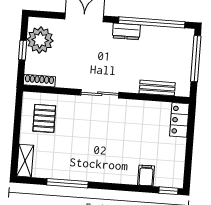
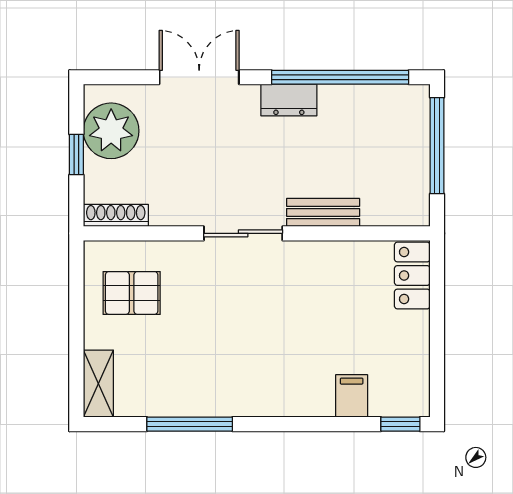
bench: (157, 88) -> (323, 212), moved
pallet: (44, 118) -> (132, 293), turned 90

